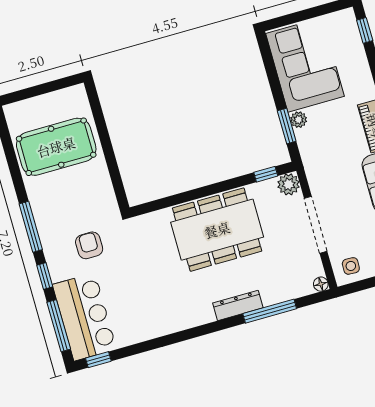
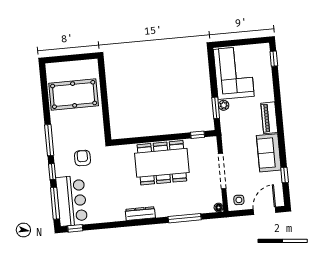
plant: (289, 184) -> (210, 143), removed
dresser: (238, 305) -> (140, 214), moved

